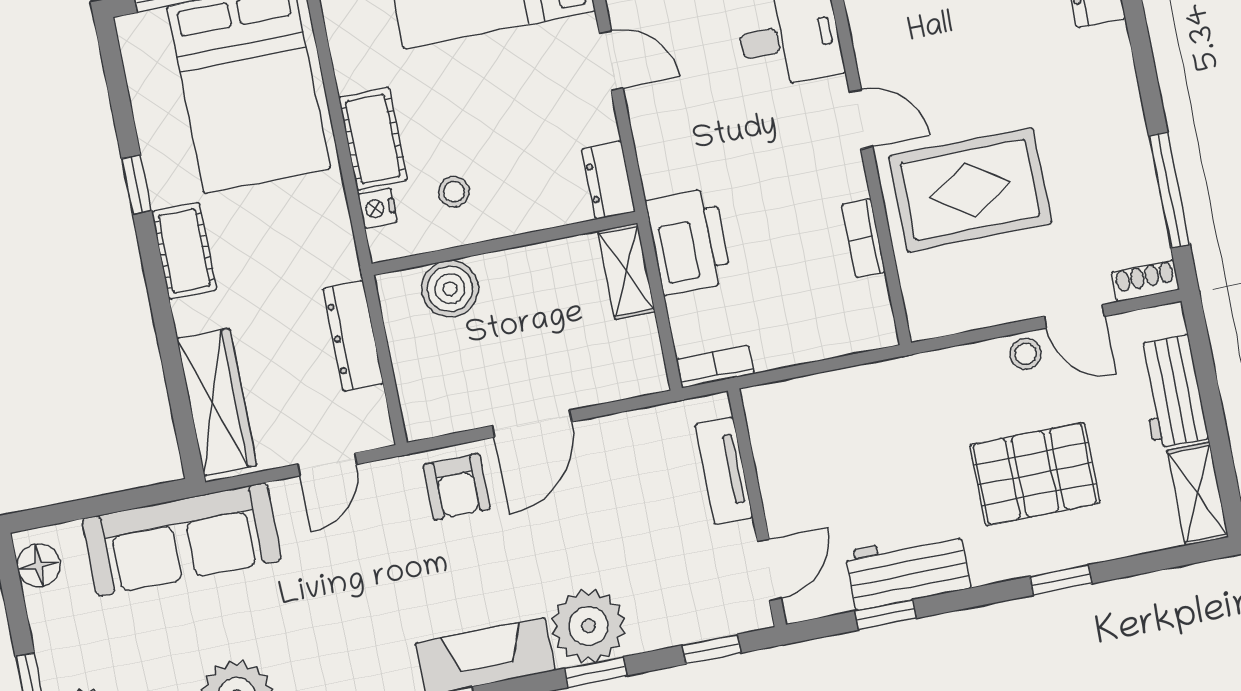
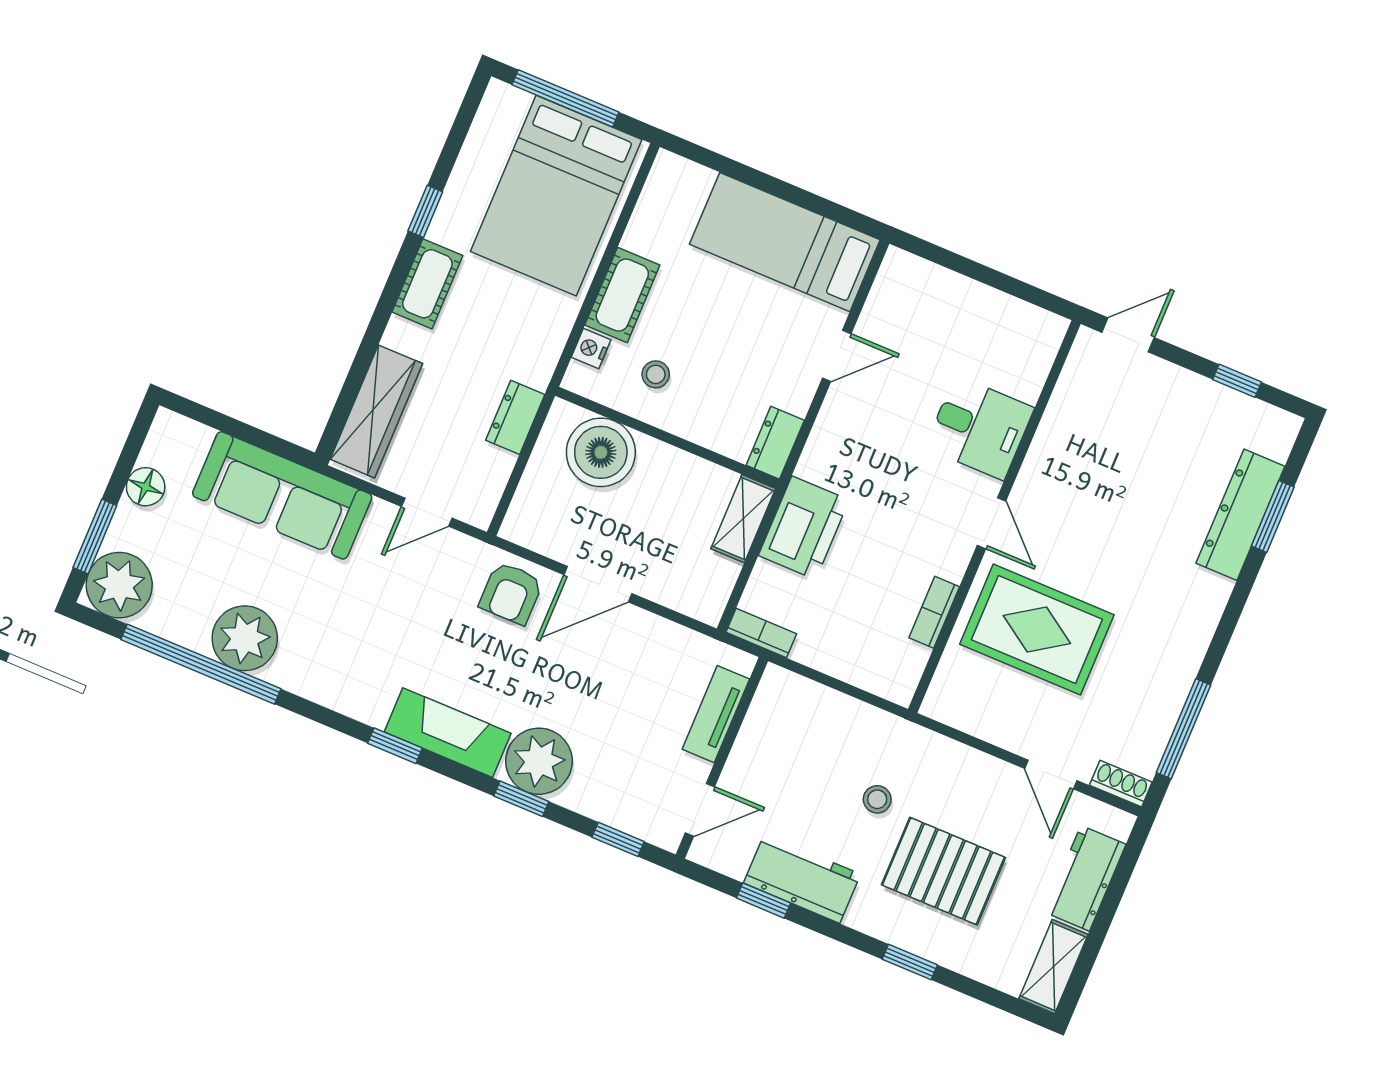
door: (611, 60) -> (837, 356), hinge flipped
boiler: (450, 289) -> (601, 452), width x1.37, depth x1.37
dresser: (353, 336) -> (515, 417), width x0.70
stool: (1026, 354) -> (877, 799), moved
floor lamp: (39, 565) -> (146, 487), moved

